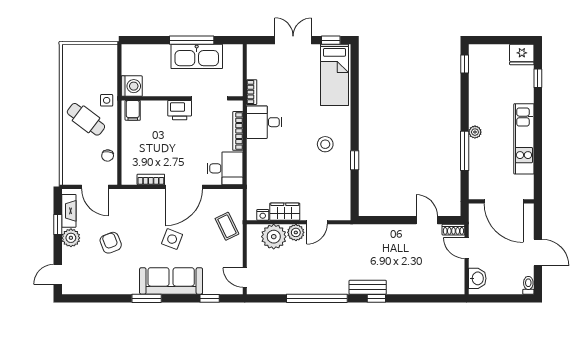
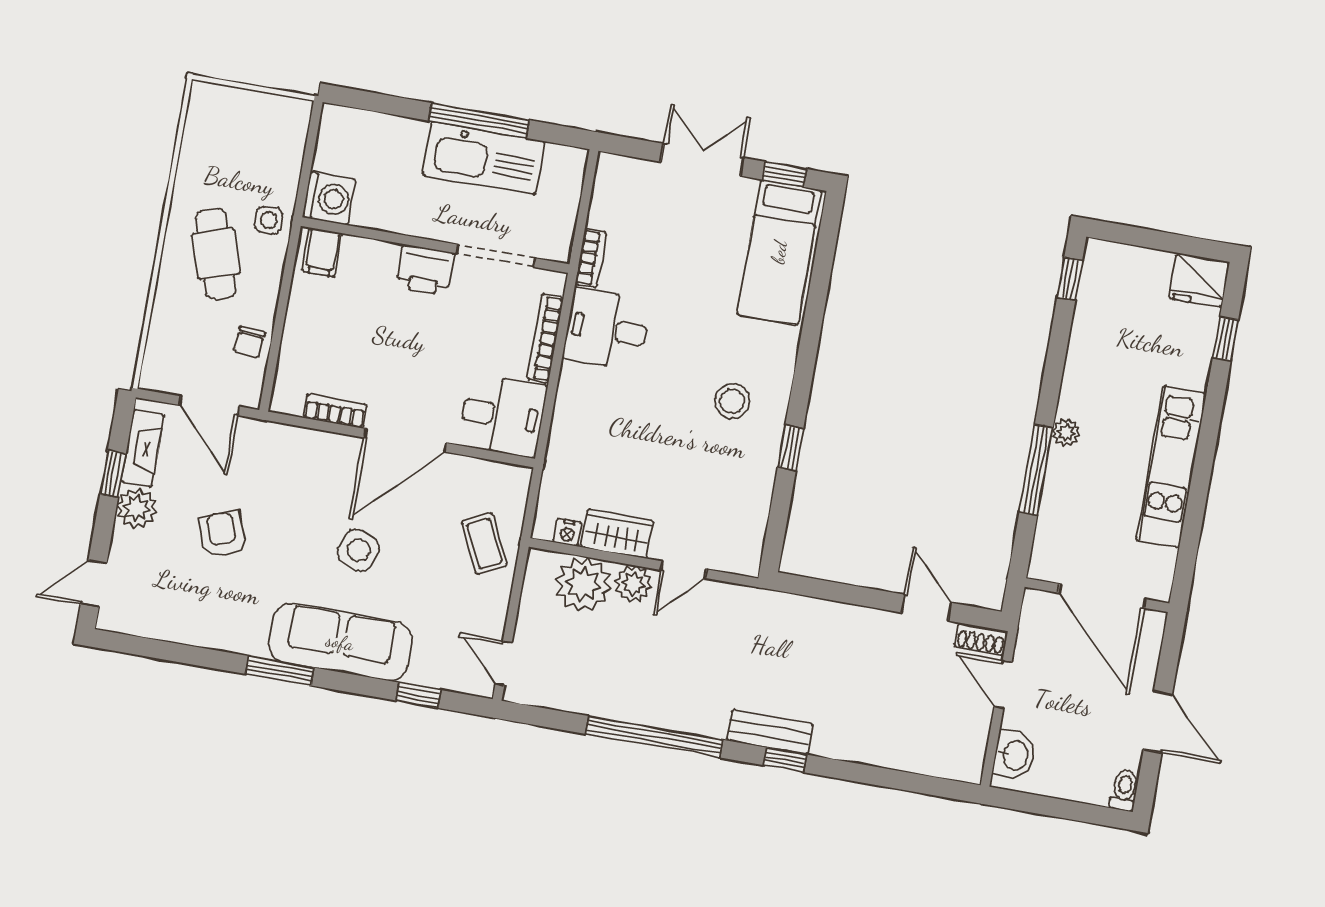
cafe table: (86, 119) -> (216, 254), turned 35

